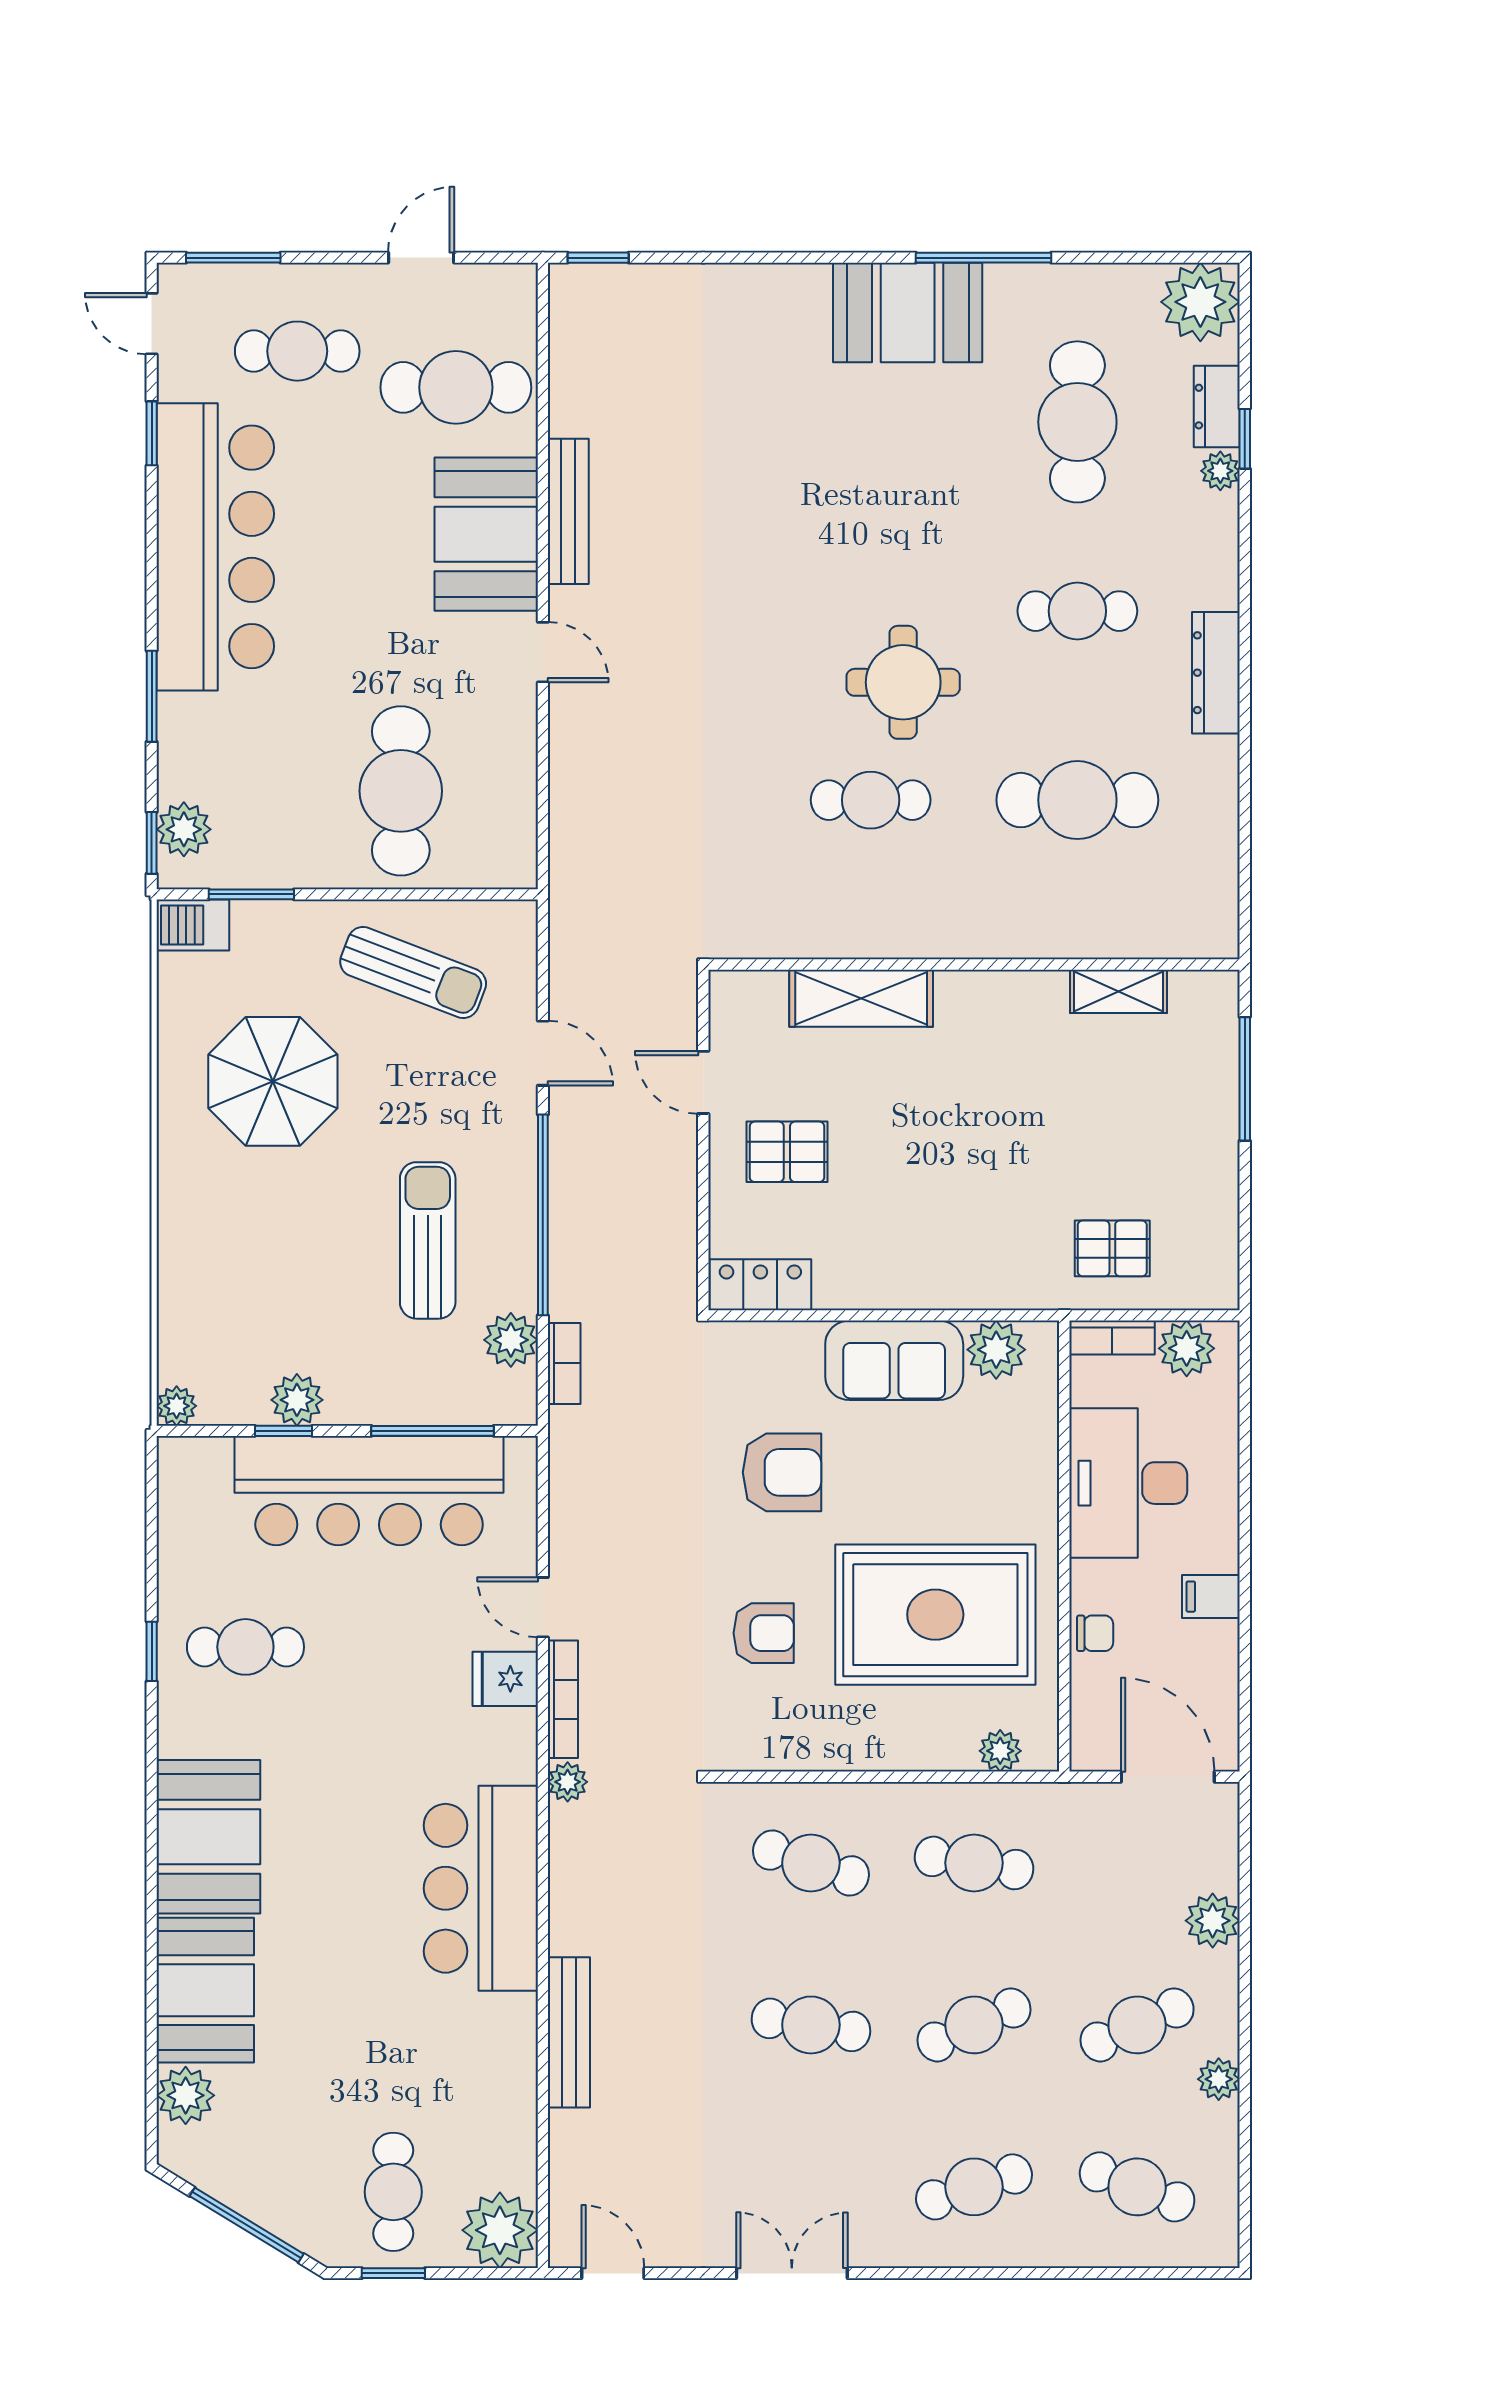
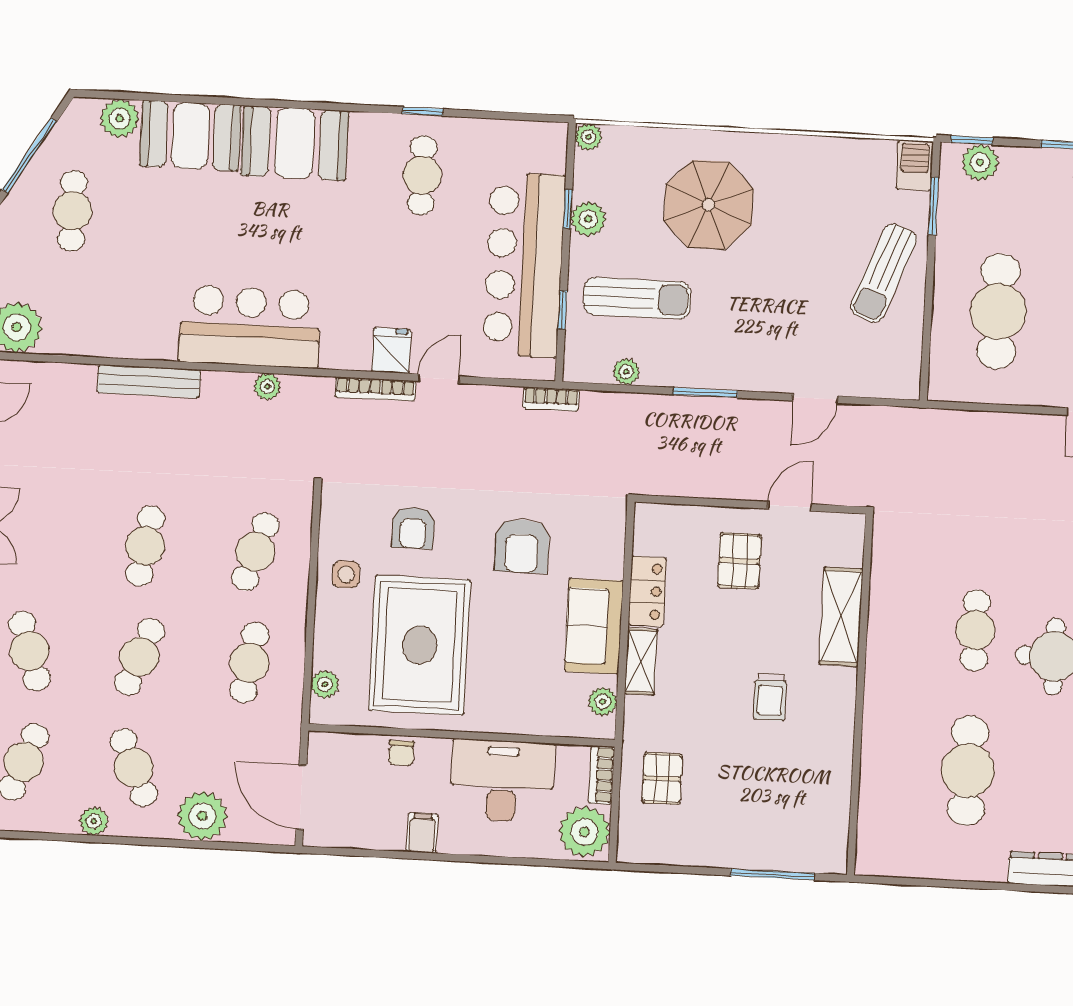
cafe table: (401, 791) -> (998, 311), turned 90
sun lounger: (413, 973) -> (884, 273), moved
shelving: (1118, 991) -> (641, 661), moved
parasol: (273, 1081) -> (709, 205), moved
trolley: (984, 1096) -> (770, 697), added
window: (543, 1215) -> (705, 393), width x0.47
sun lounger: (428, 1240) -> (637, 298), moved
locker: (760, 1285) -> (647, 591), moved
plant: (511, 1340) -> (626, 372), width x0.73, depth x0.73
plant: (1187, 1348) -> (584, 832), width x1.36, depth x1.36
plant: (996, 1350) -> (603, 702), width x0.73, depth x0.73
bookcase: (564, 1363) -> (551, 399), moved
window: (432, 1431) -> (562, 310), width x0.46
side table: (837, 1728) -> (346, 574), added
door: (1168, 1777) -> (301, 797), swing flipped
plant: (568, 1782) -> (267, 387), moved
plant: (1213, 1921) -> (202, 816), width x1.36, depth x1.36
cafe table: (974, 2025) -> (139, 657), turned 45
cafe table: (393, 2192) -> (72, 211), moved, turned 90

